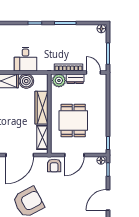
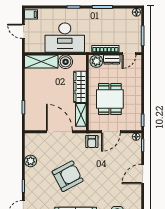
desk: (25, 59) -> (65, 38), width x1.87, depth x1.30
door: (93, 72) -> (129, 54), swing flipped
door: (20, 155) -> (59, 132), swing flipped

